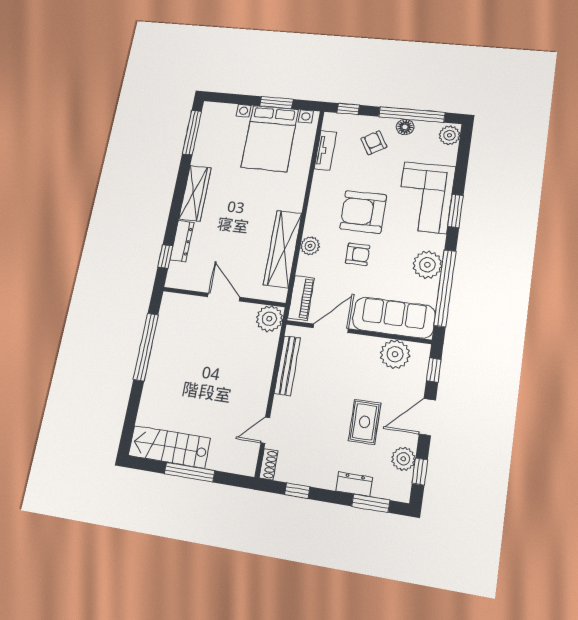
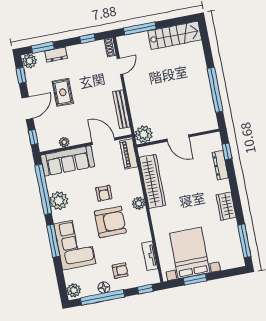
armchair: (374, 143) -> (120, 271), turned -59
wardrobe: (195, 193) -> (226, 206), width x0.67
window: (455, 211) -> (53, 241), width x1.44
plant: (310, 246) -> (139, 203), moved
armchair: (358, 254) -> (104, 193), turned -90
door: (331, 328) -> (103, 141), swing flipped
plant: (395, 354) -> (64, 142), width x0.53, depth x0.53
plant: (403, 459) -> (29, 61), moved
window: (190, 472) -> (140, 28), moved

